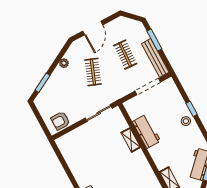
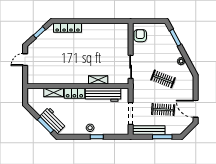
door: (93, 28) -> (196, 109), moved
workbench: (146, 131) -> (103, 95), width x1.38
locker: (158, 157) -> (74, 93), added

